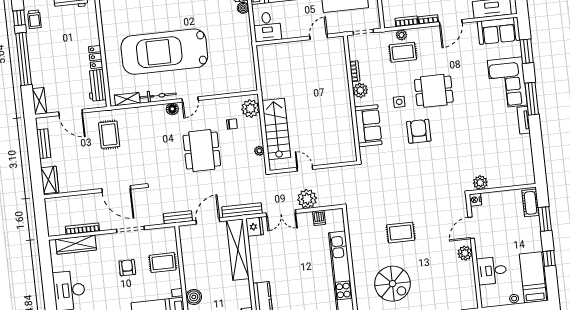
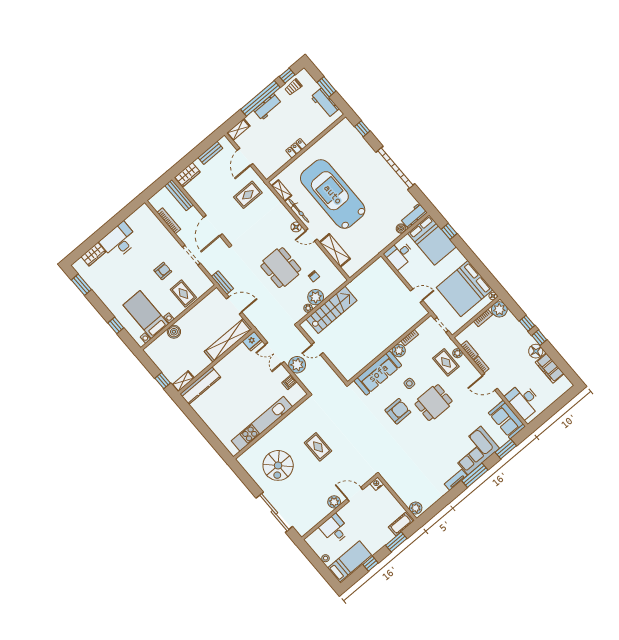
workbench: (97, 85) -> (268, 107), moved, turned 180
shelving: (221, 87) -> (335, 250), added
dining table: (434, 91) -> (434, 403), turned 90
plant: (250, 109) -> (316, 297), moved
sofa: (368, 126) -> (378, 373), width x1.36
dining table: (202, 151) -> (281, 268), turned 90
door: (305, 168) -> (317, 349), swing flipped
plant: (480, 183) -> (416, 508), moved
bench: (242, 210) -> (179, 195), moved
wardrobe: (76, 245) -> (155, 224), removed

